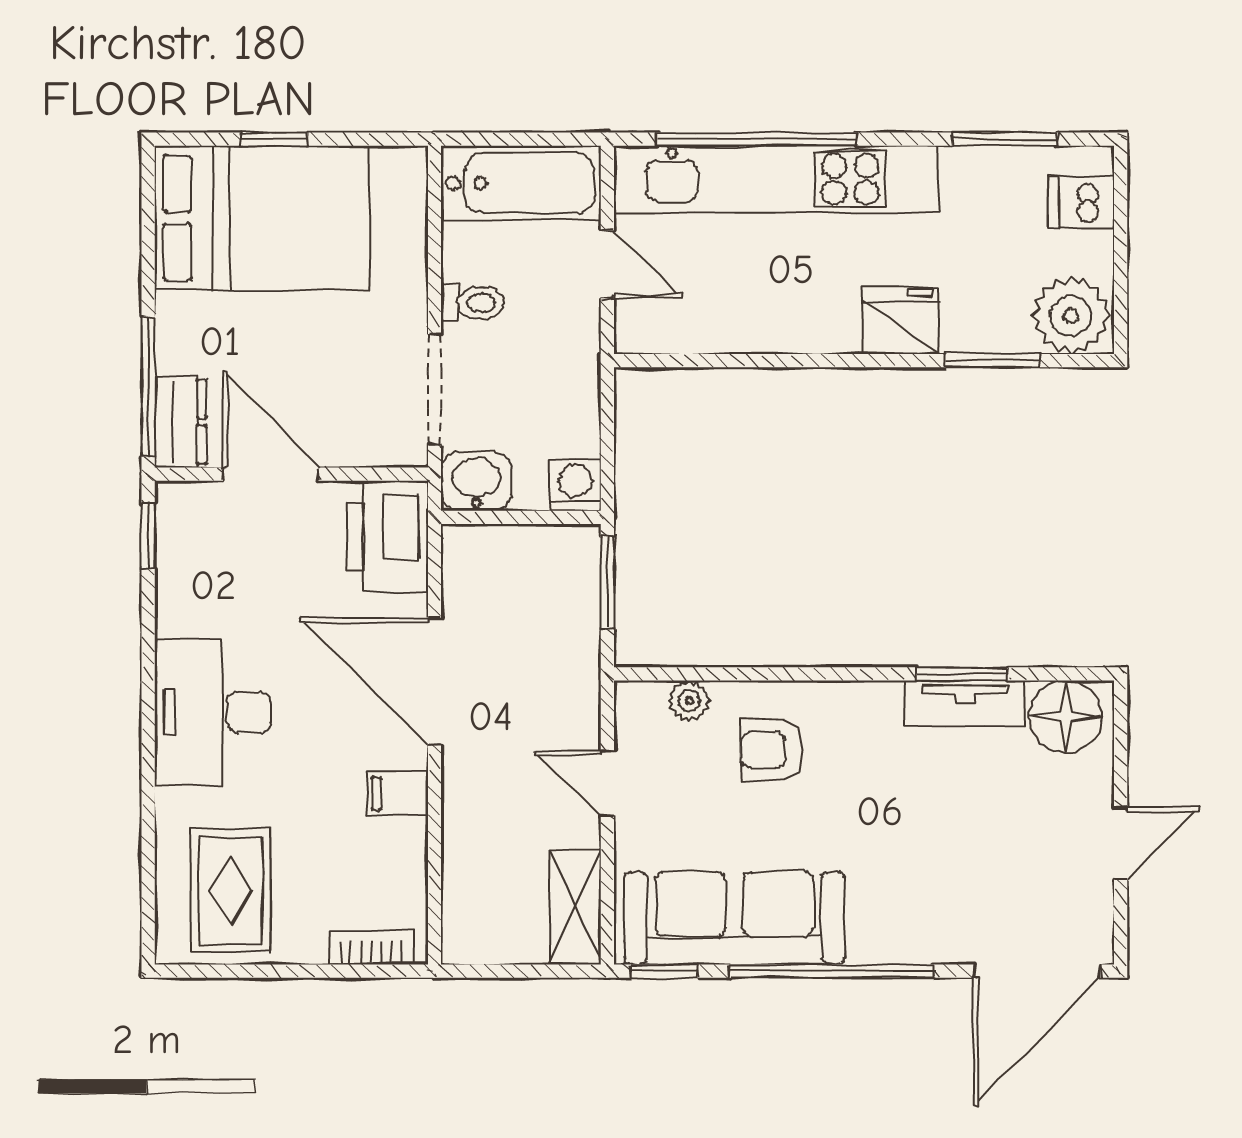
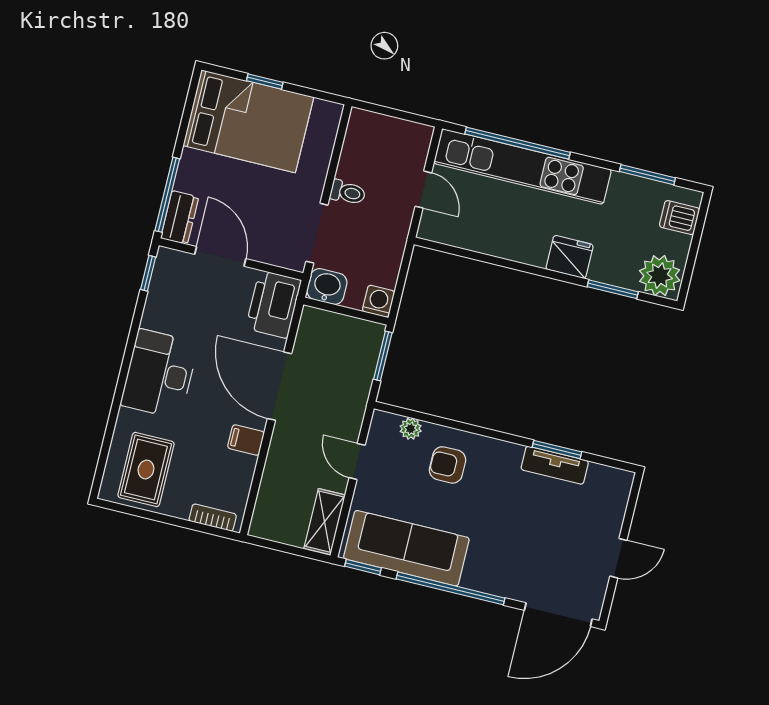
bathtub: (522, 183) -> (389, 136), removed
floor lamp: (1065, 717) -> (605, 485), removed

